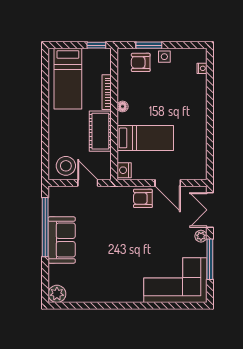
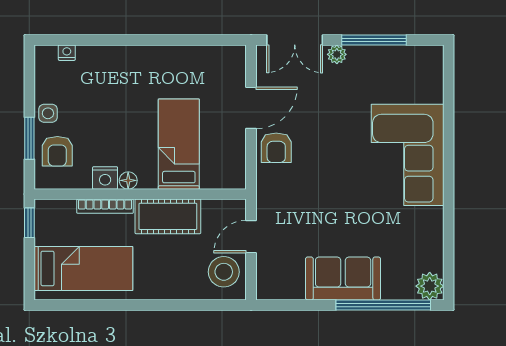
nightstand: (124, 170) -> (105, 178), moved
window: (45, 227) -> (383, 305), moved
corner sofa: (175, 280) -> (408, 155), moved

